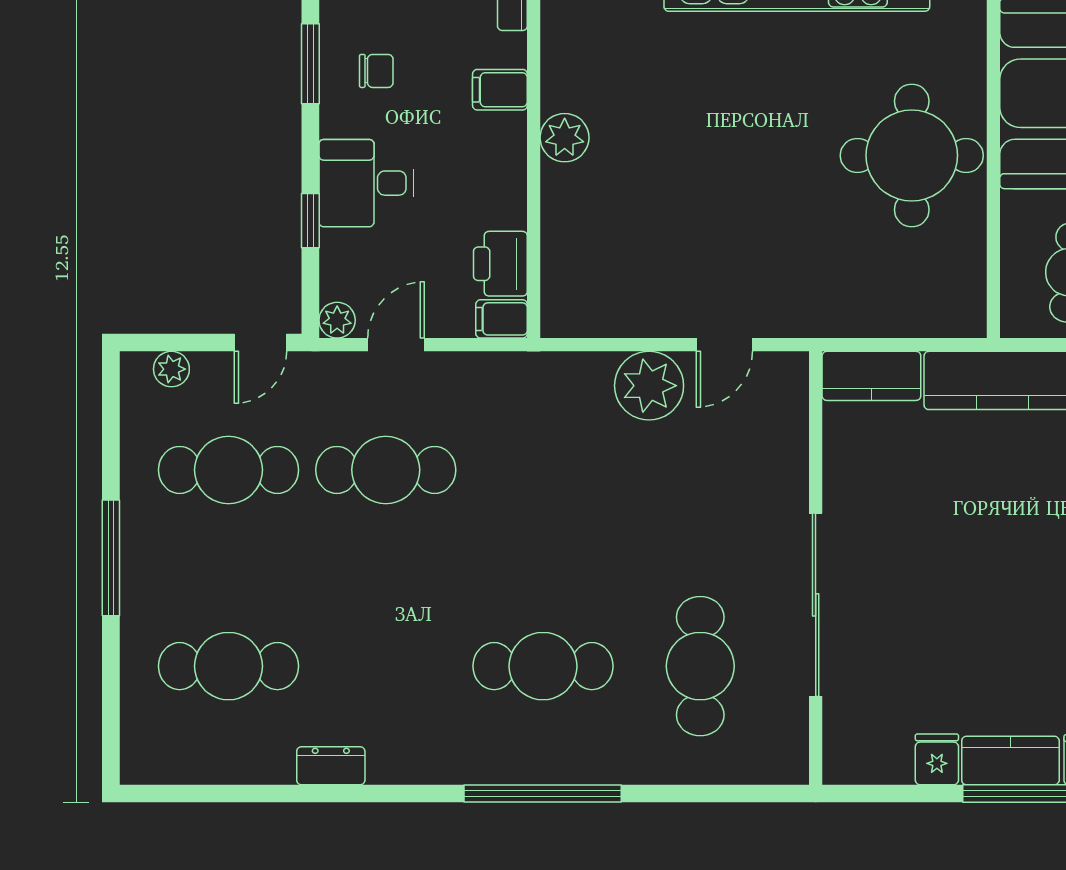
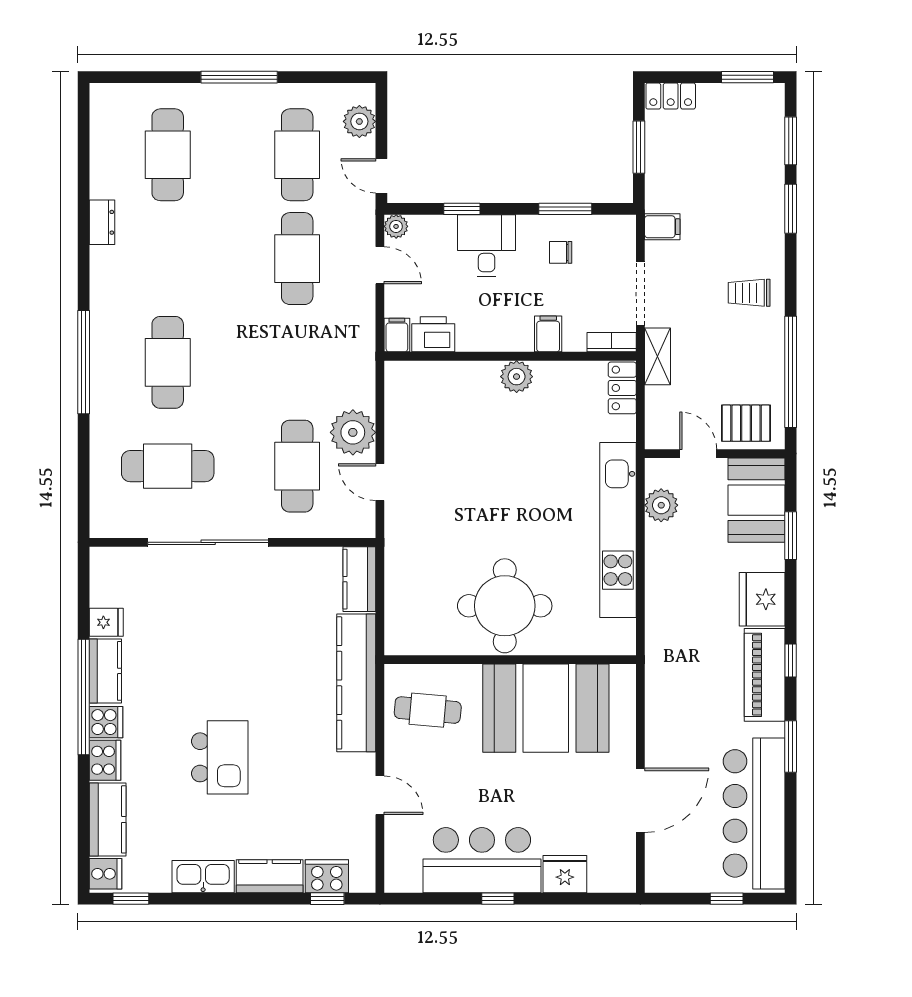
chair: (376, 71) -> (561, 252), turned 90
plant: (171, 369) -> (359, 121), width x1.38, depth x1.38
cafe table: (700, 470) -> (297, 466), added

